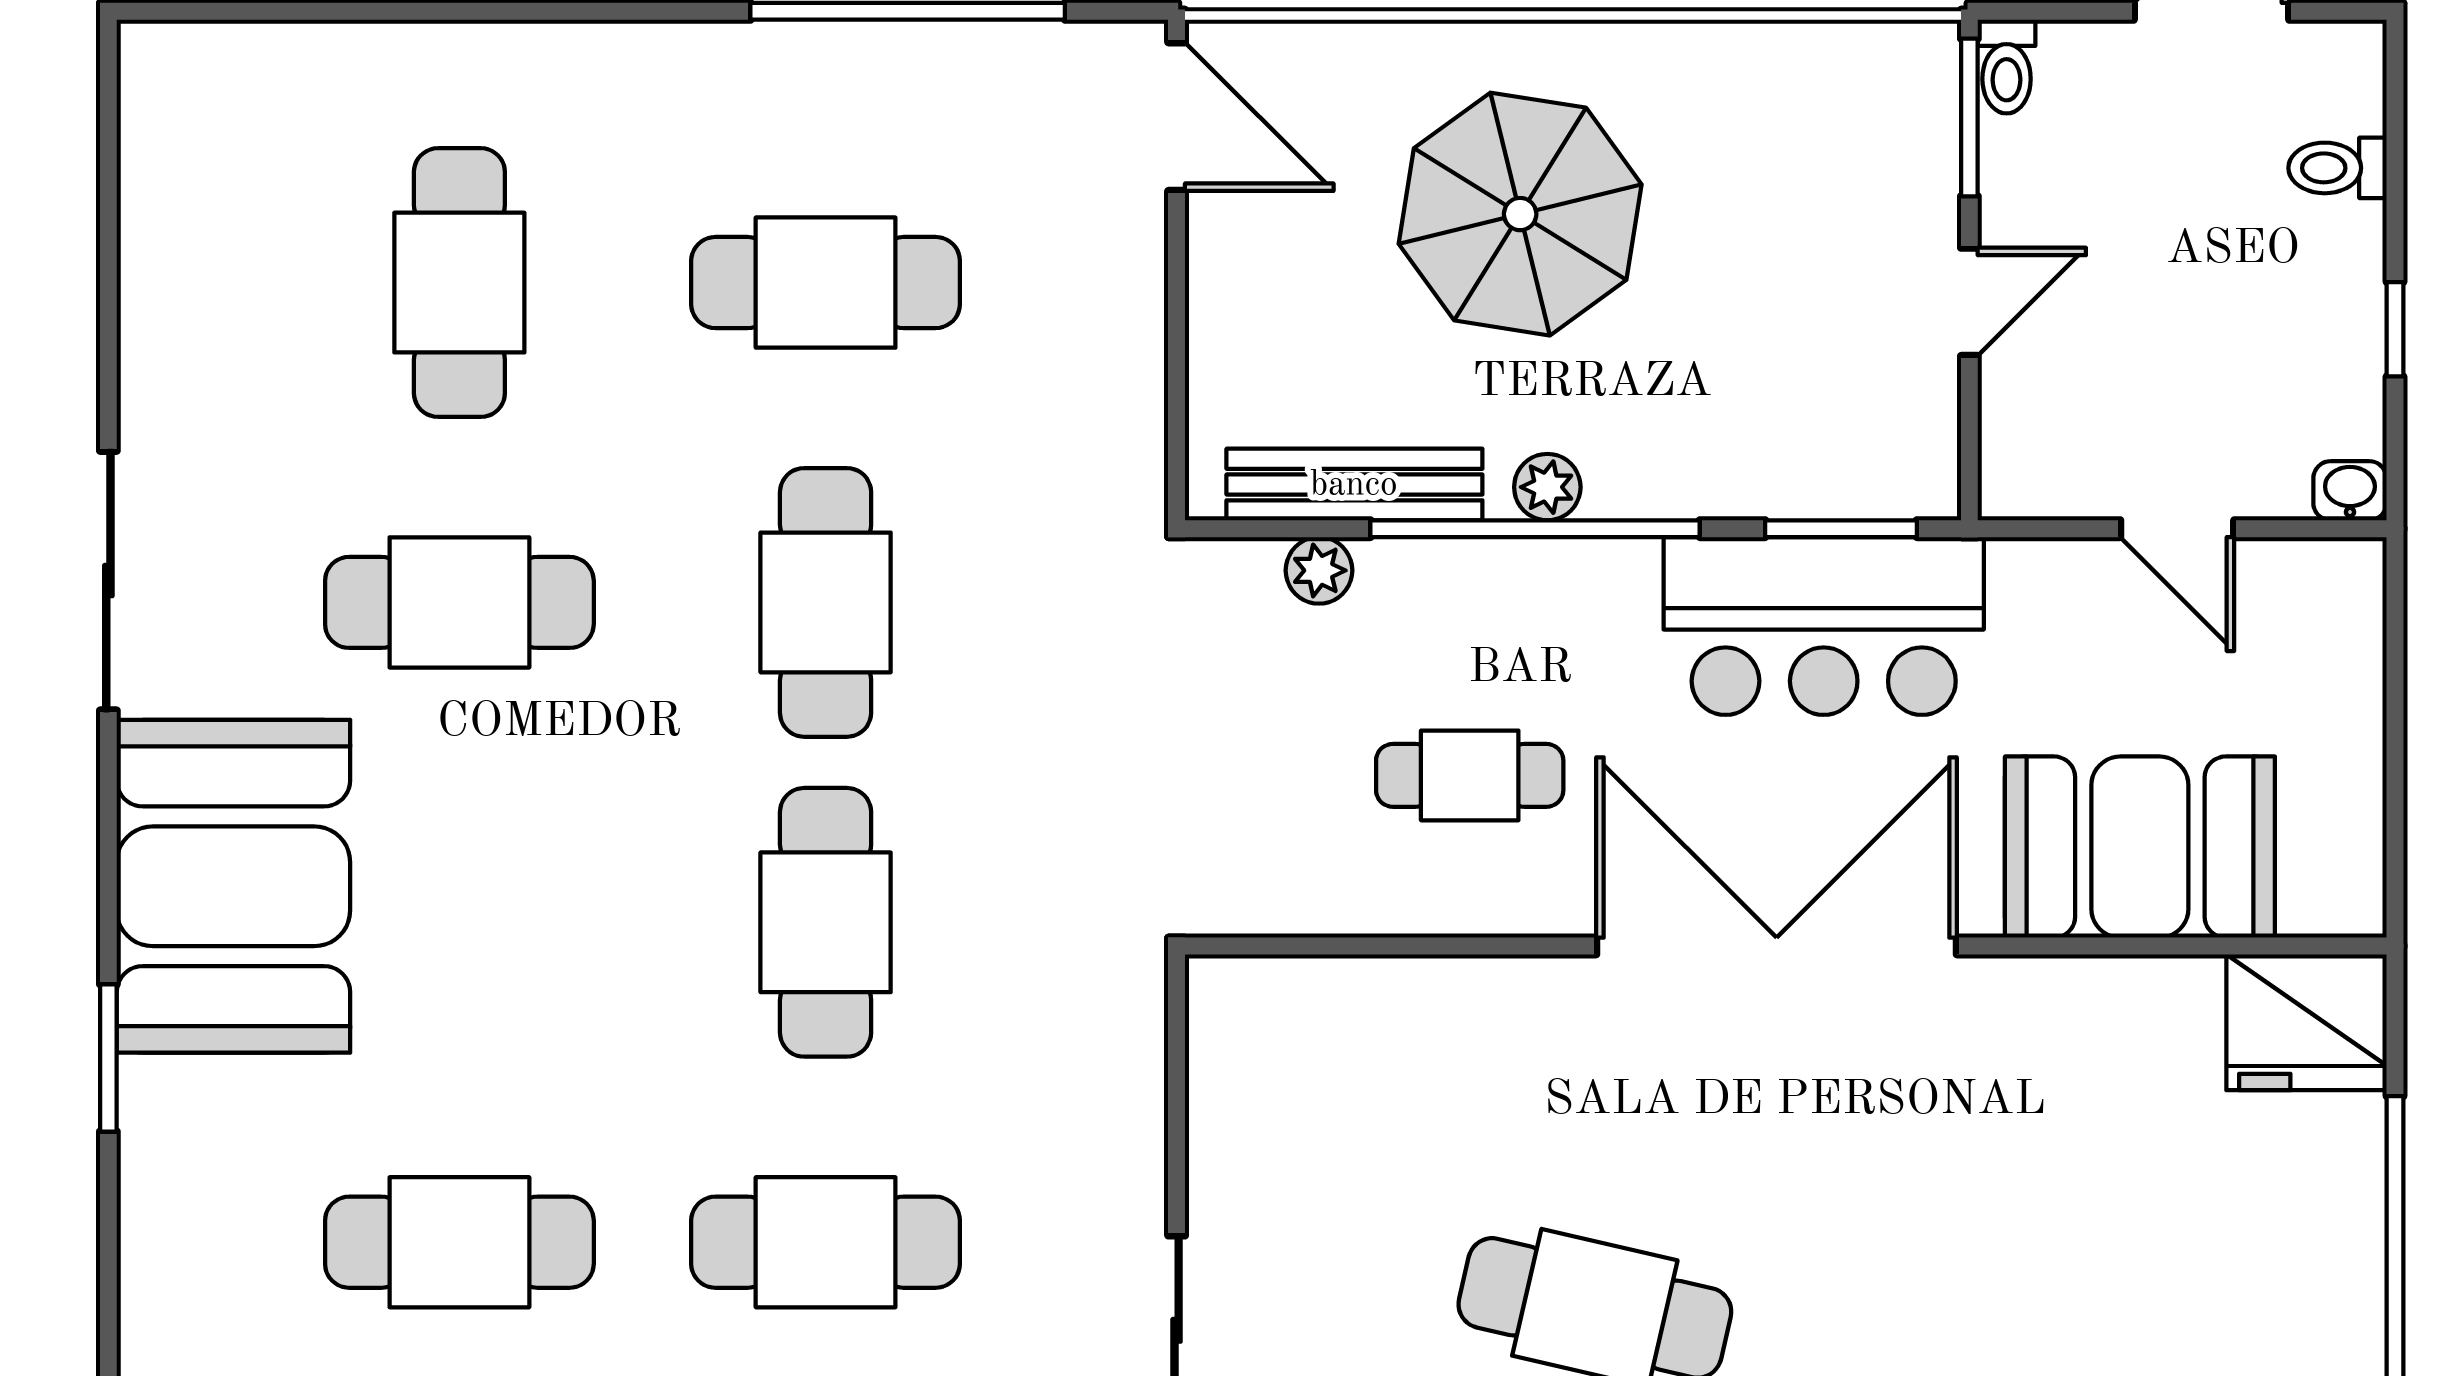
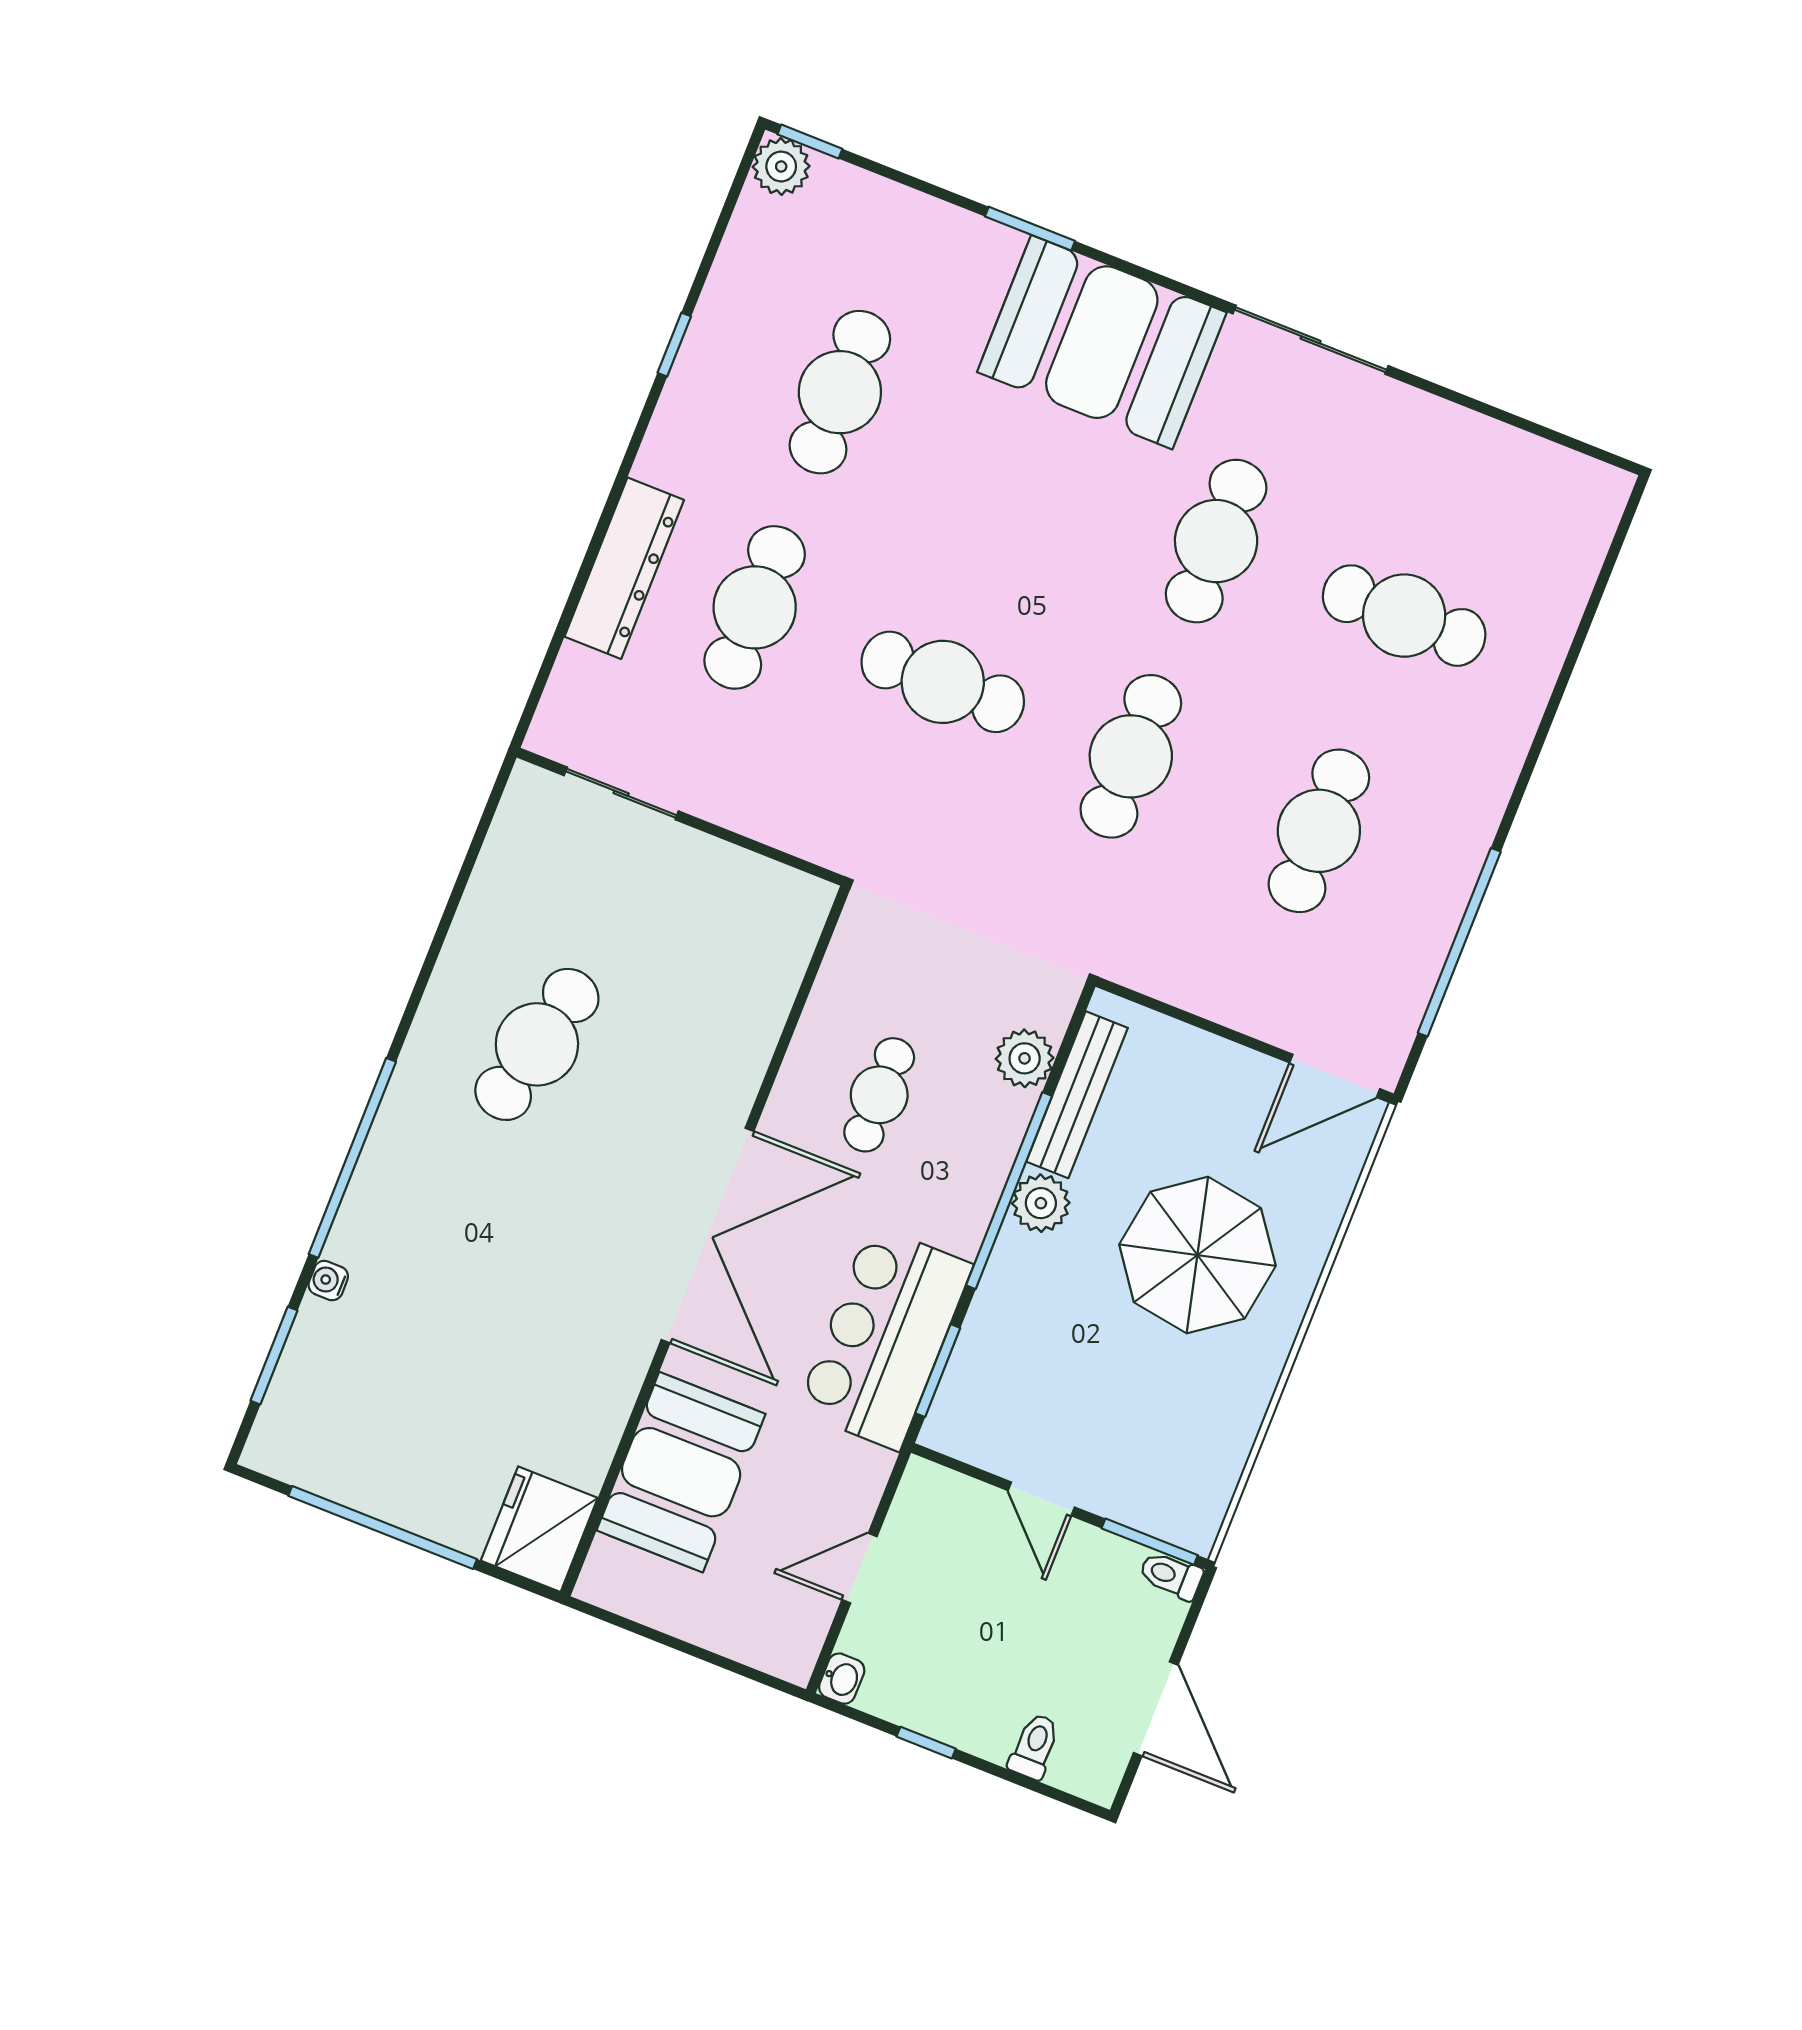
plant: (1547, 487) -> (1041, 1203), width x1.38, depth x1.38
plant: (1319, 570) -> (1025, 1058), width x1.38, depth x1.38
cafe table: (826, 602) -> (1131, 756), turned 90

